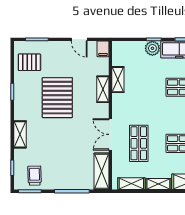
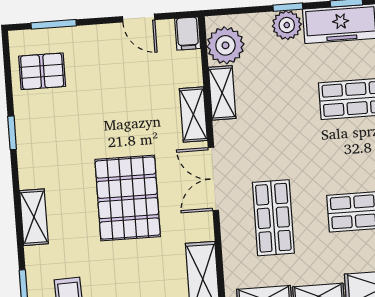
plant: (121, 56) -> (225, 45), added
pallet: (57, 98) -> (128, 198), moved
double door: (110, 134) -> (213, 179), moved

